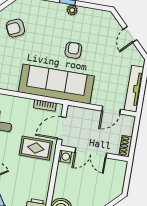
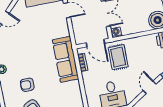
armchair: (73, 50) -> (27, 85), moved
sofa: (56, 84) -> (65, 59), width x0.74, depth x0.79

